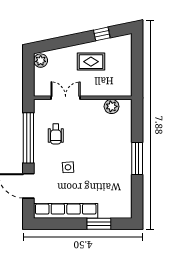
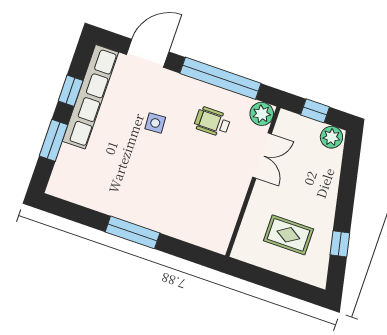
rug: (91, 62) -> (288, 235), moved, turned 90
window: (28, 76) -> (315, 111), added
plant: (112, 106) -> (262, 114), moved
window: (66, 224) -> (71, 91), added

